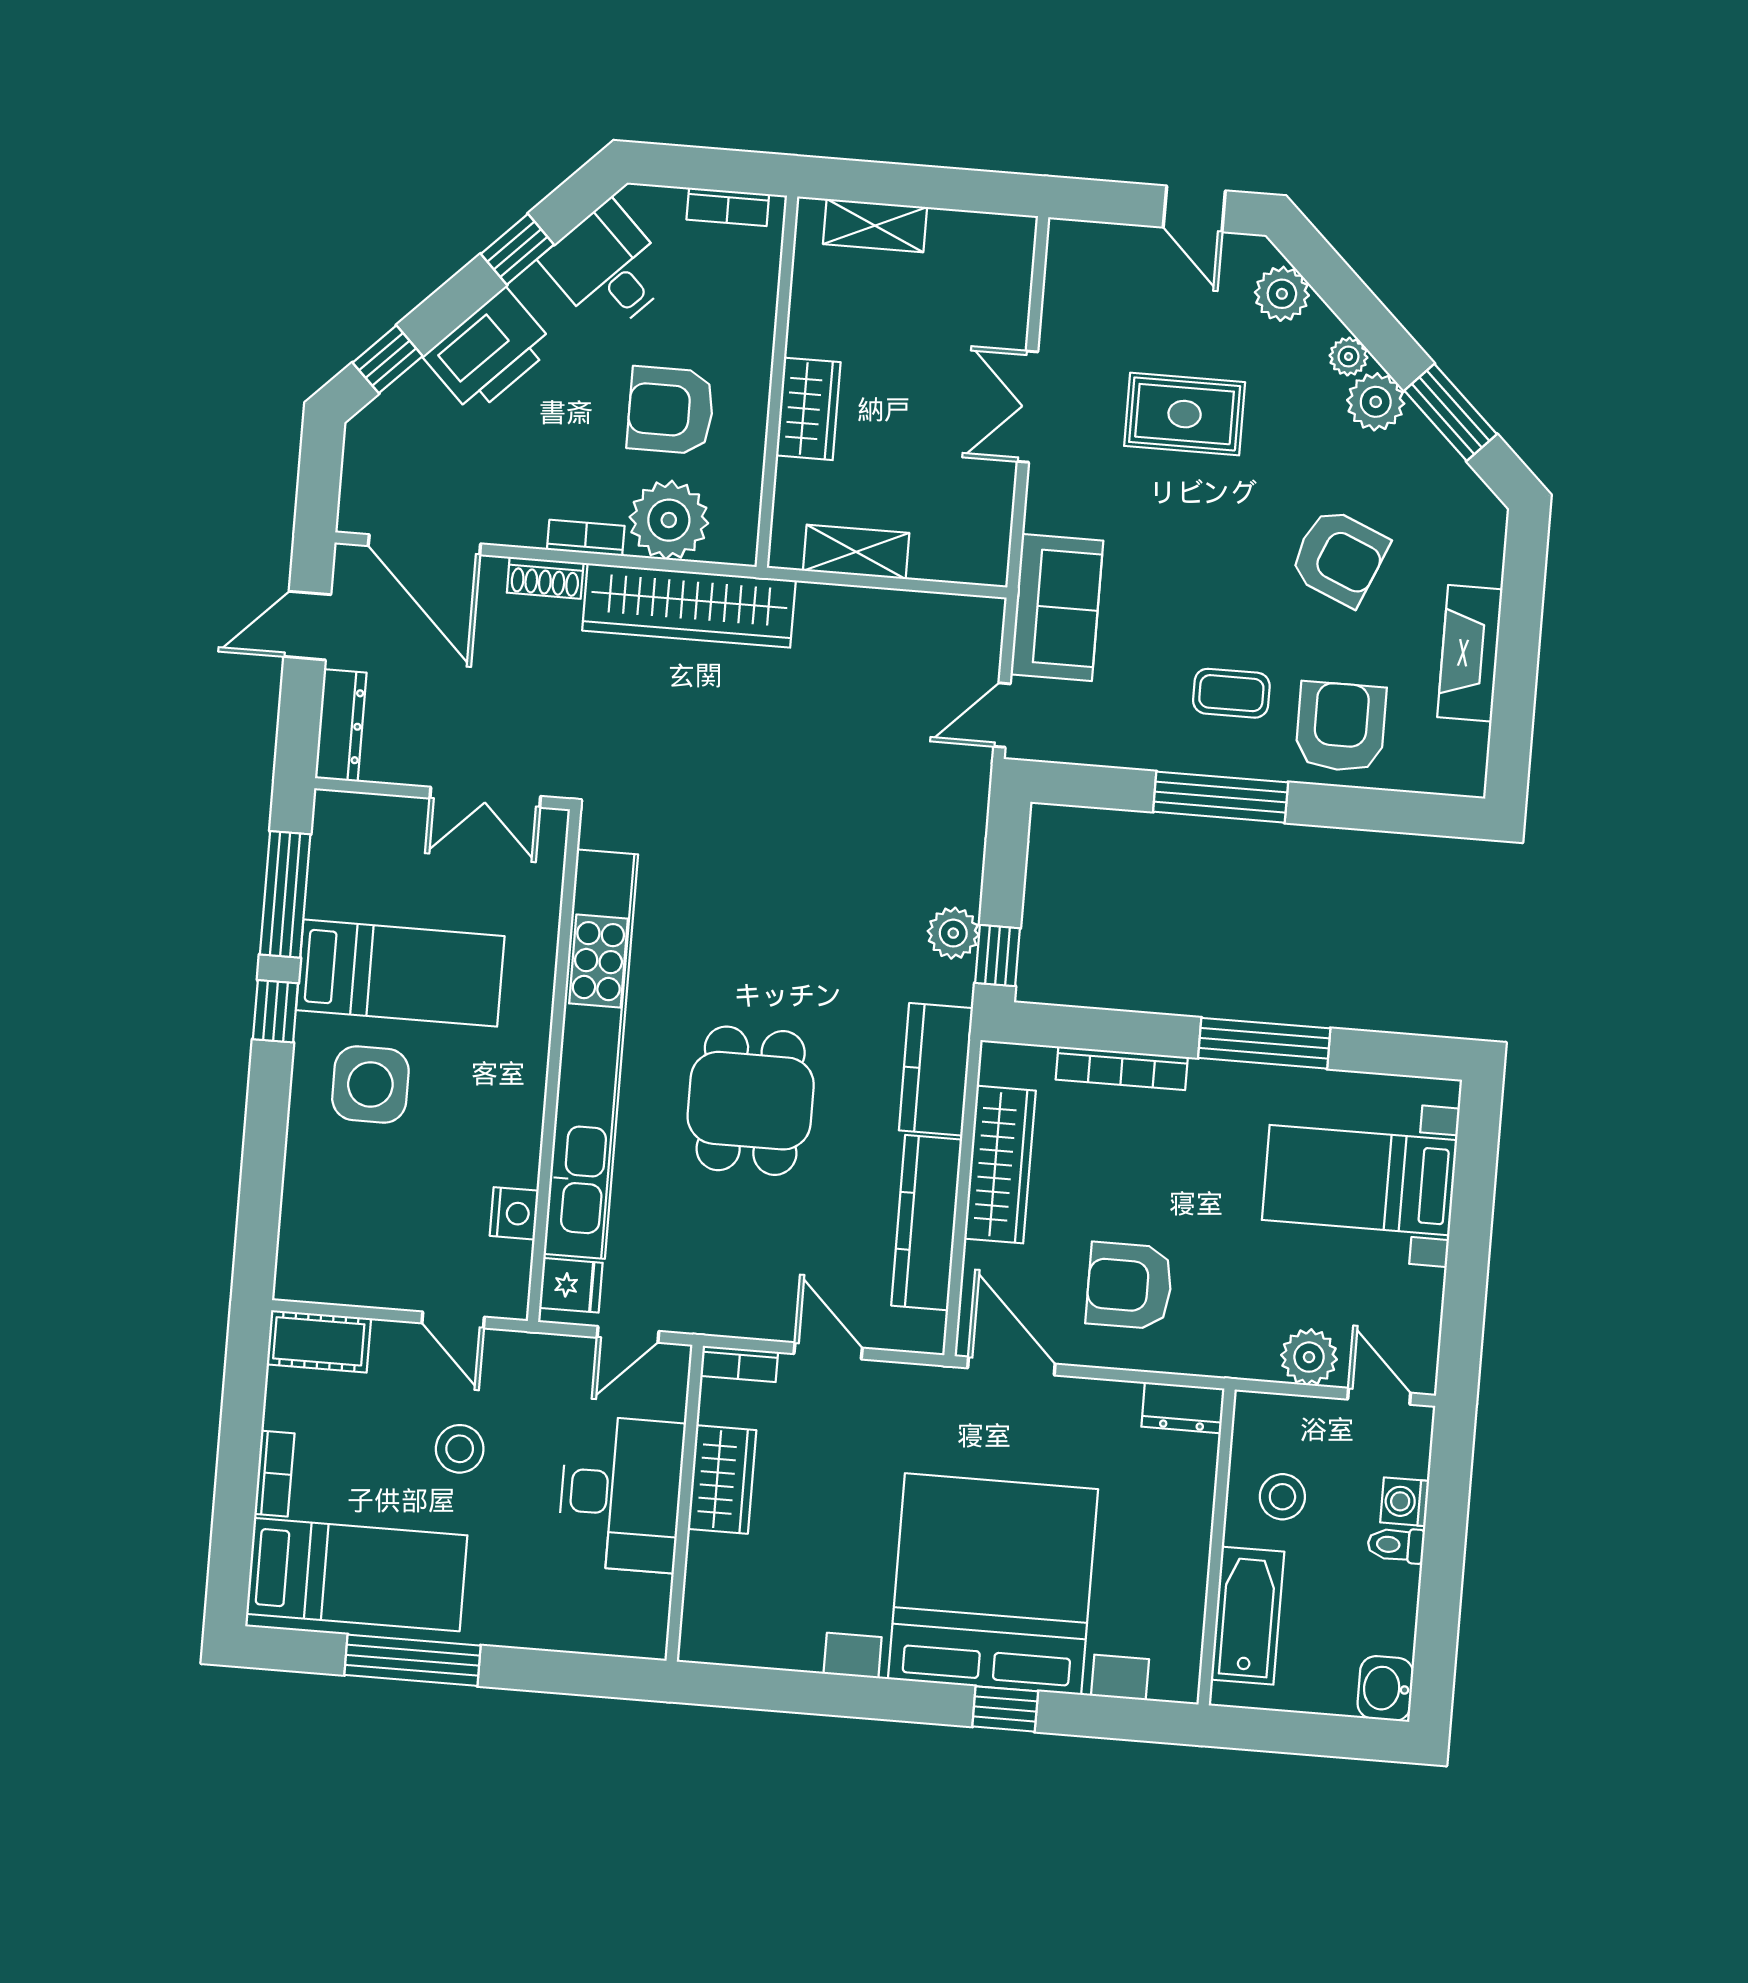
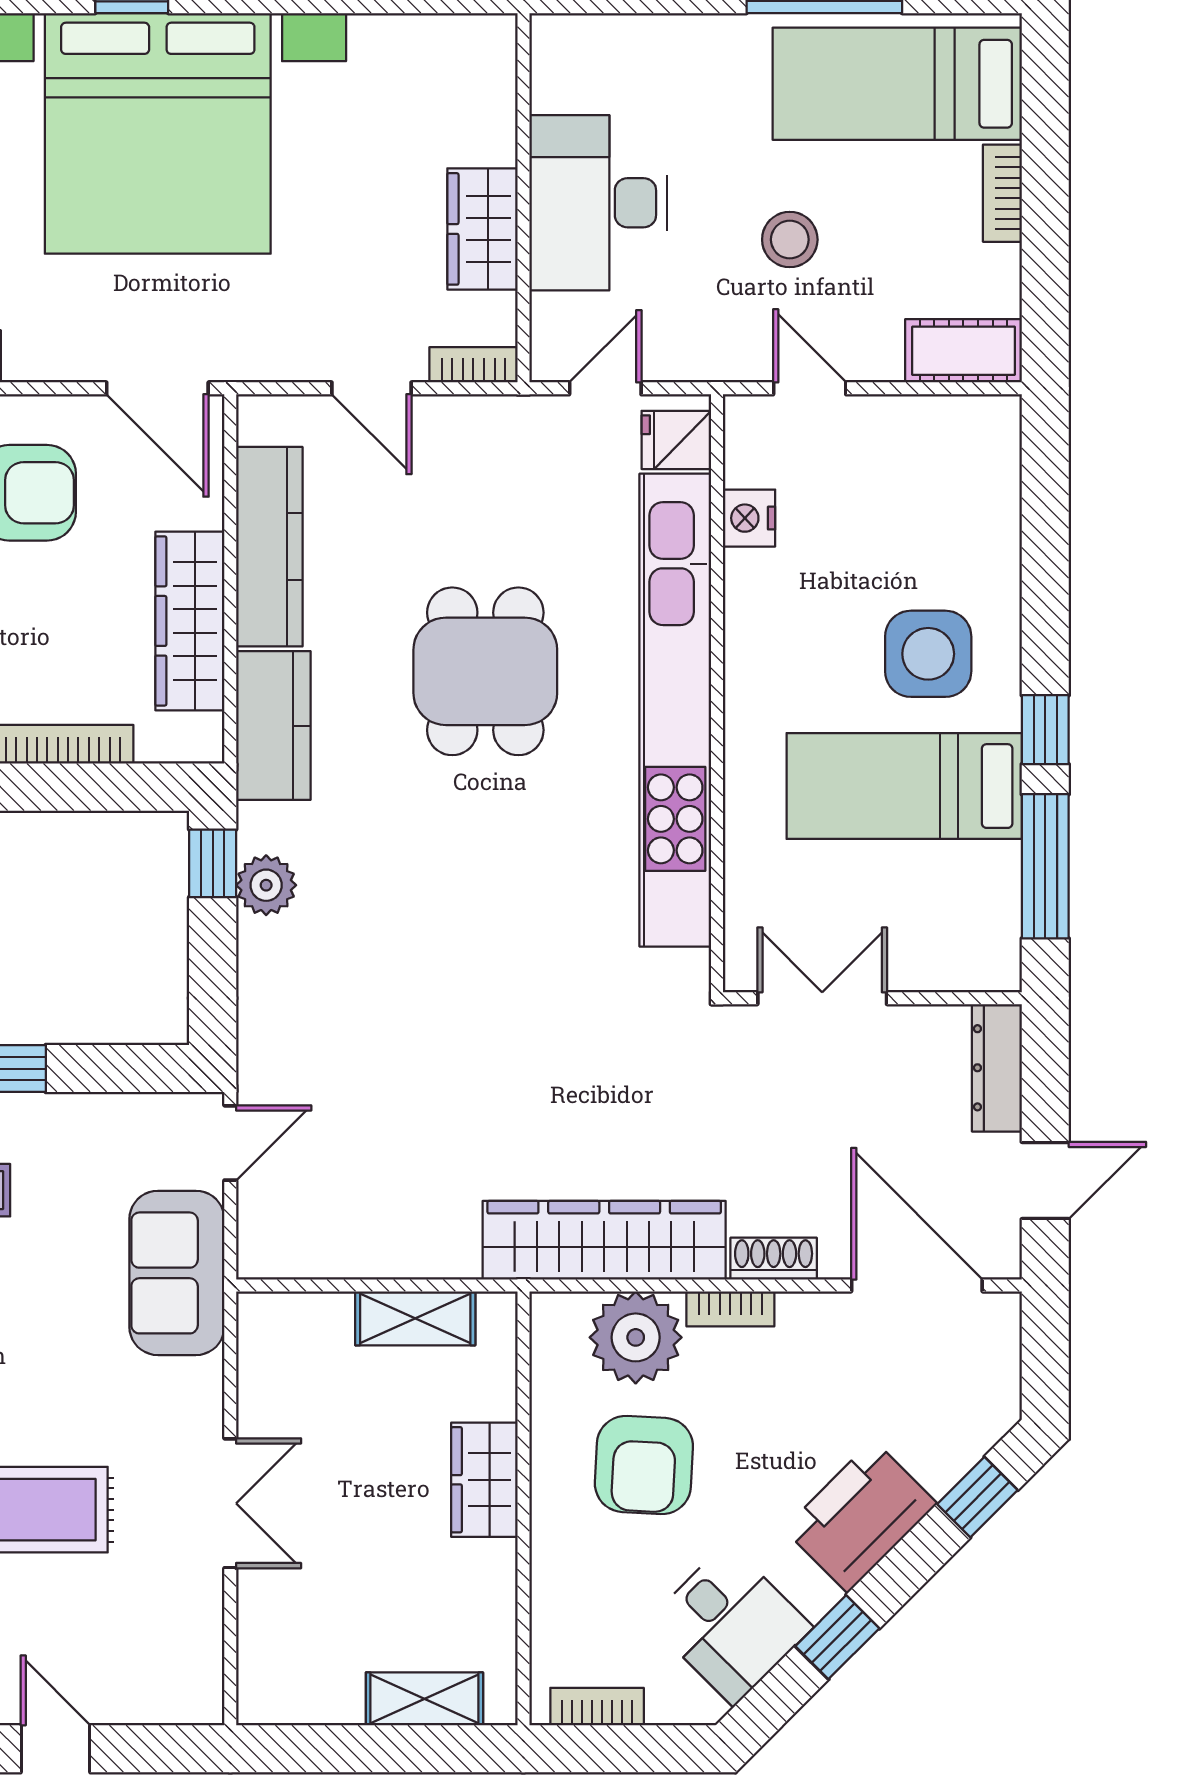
armchair: (671, 410) -> (644, 1465), turned 93

